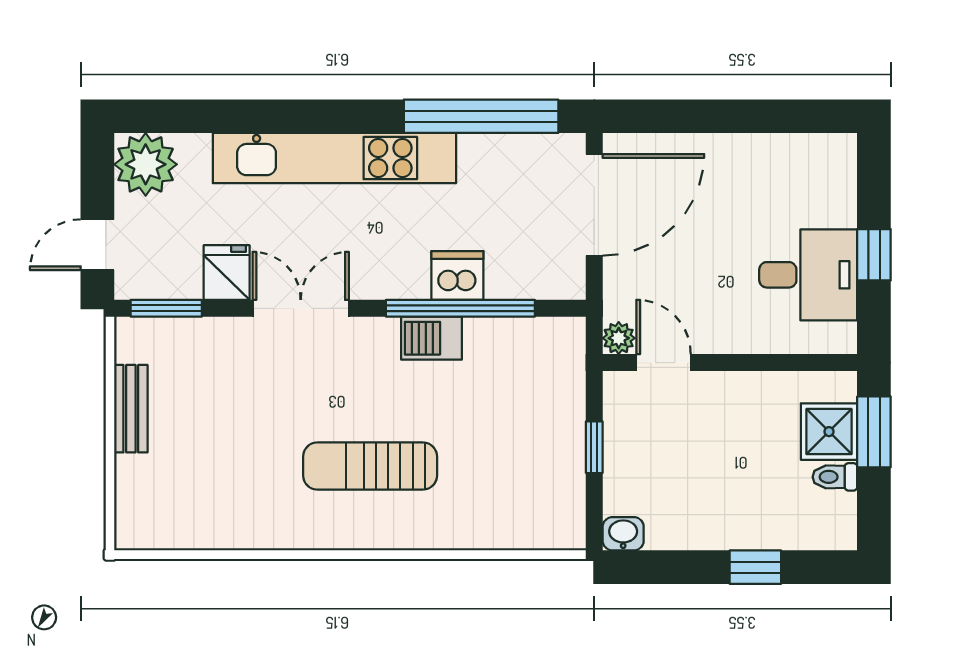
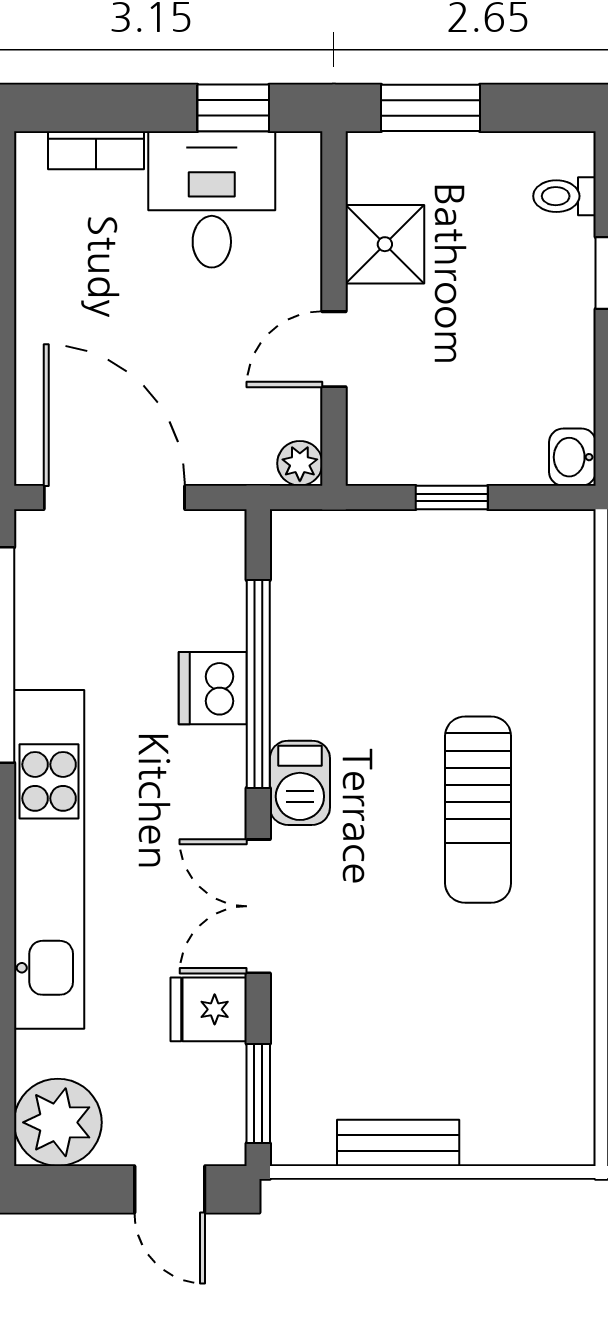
bookcase: (844, 192) -> (96, 150), added
window: (874, 255) -> (233, 108), moved
barbecue: (432, 338) -> (300, 783), moved
door: (664, 363) -> (334, 349), moved
shower: (829, 432) -> (385, 244), moved
toilet: (835, 477) -> (564, 196), moved, turned 90

